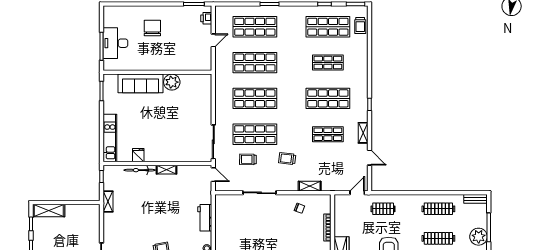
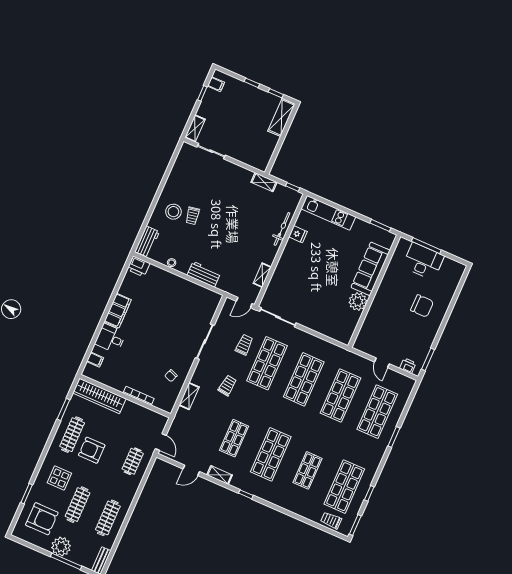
shelving: (166, 170) -> (262, 275), moved

